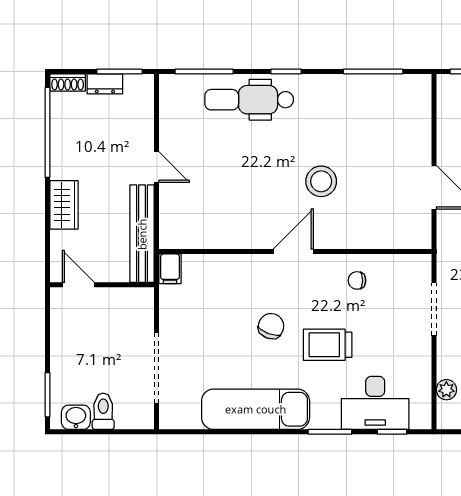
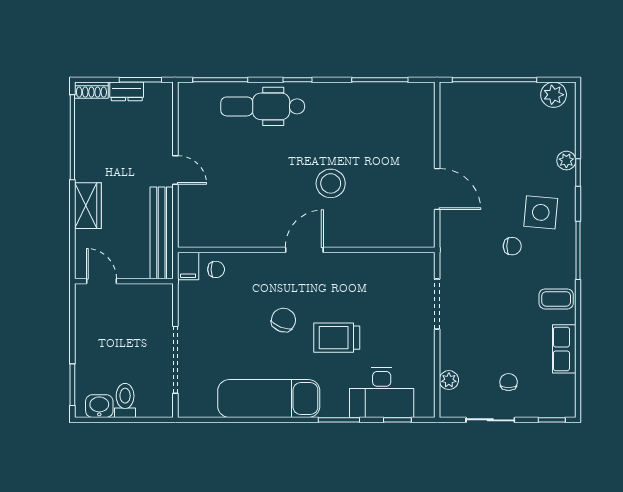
chair: (357, 280) -> (216, 269), moved, turned 180

